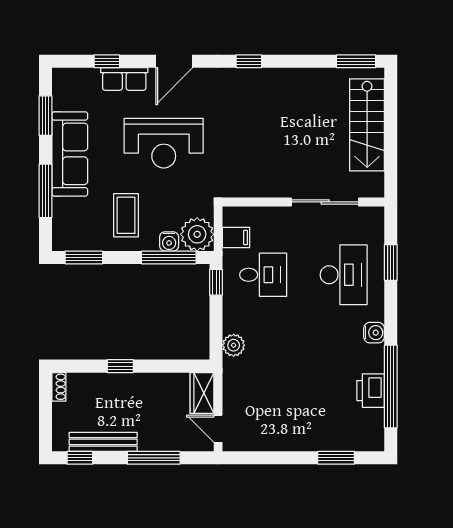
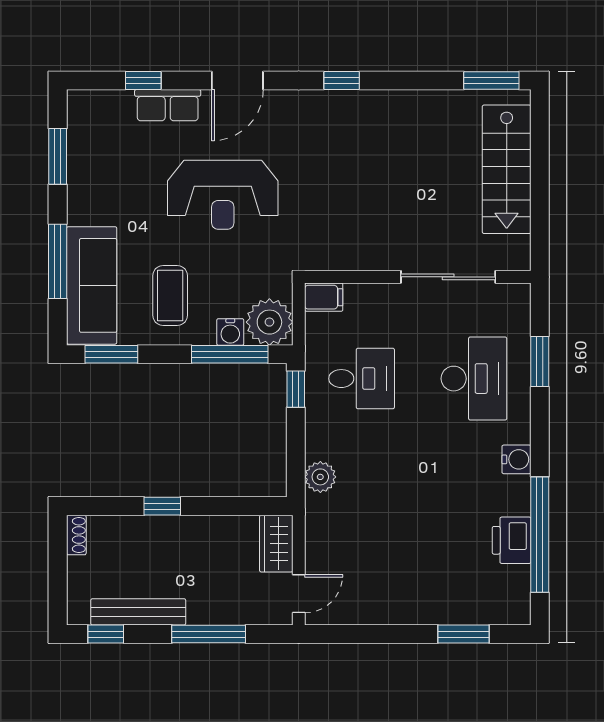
sofa: (70, 154) -> (92, 285), moved
filing cabinet: (236, 237) -> (324, 297), moved
door: (218, 429) -> (299, 594), swing flipped

